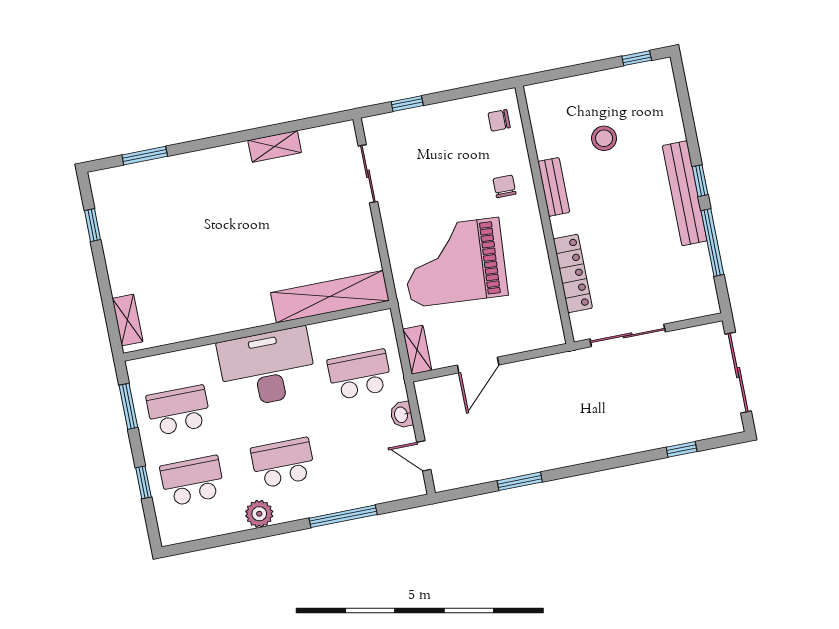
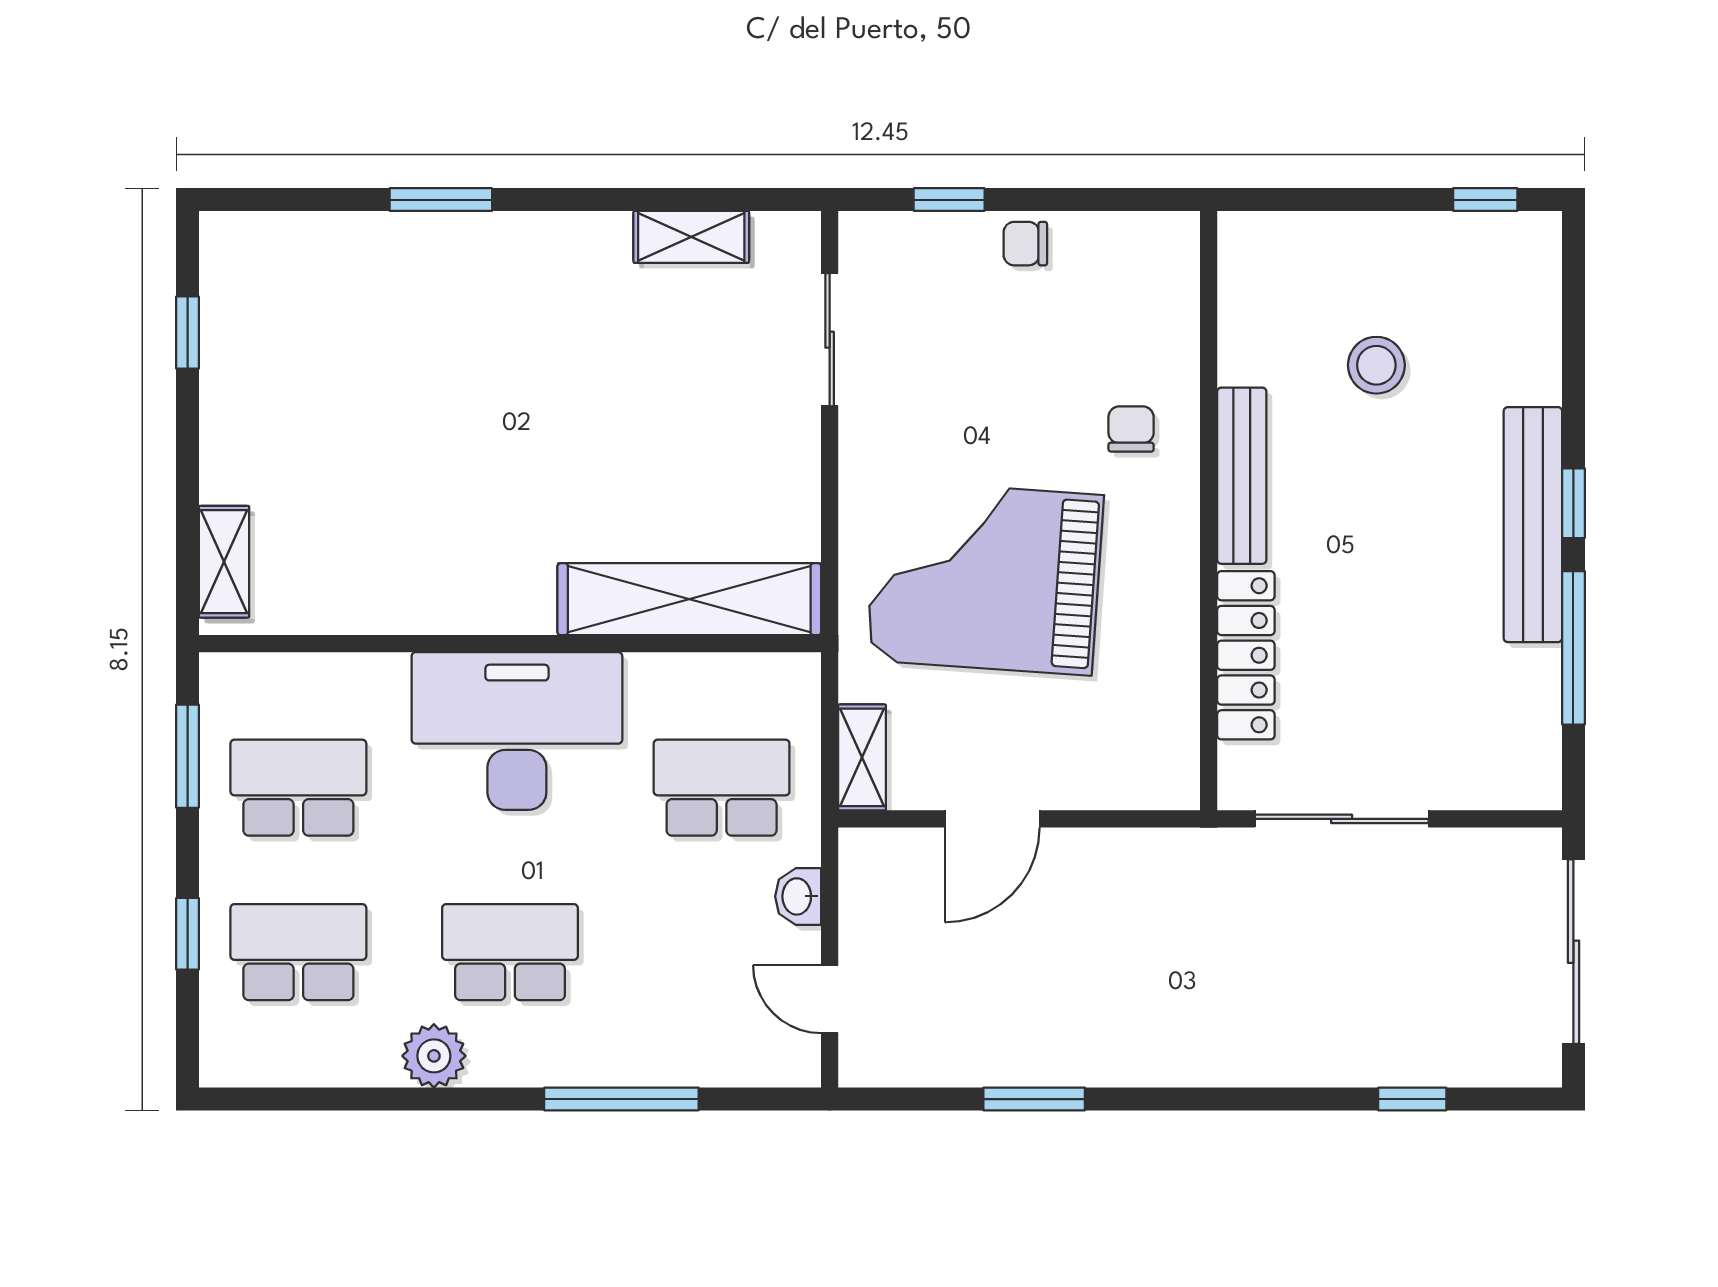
chair: (499, 120) -> (1025, 244), moved
shelving: (275, 146) -> (691, 237), moved
window: (145, 156) -> (441, 200), moved
bench: (554, 187) -> (1242, 476), width x1.36

